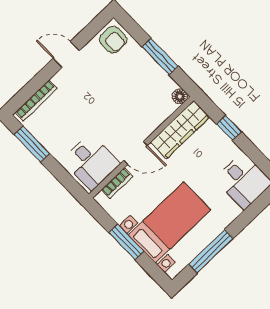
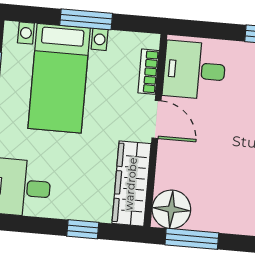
window: (160, 56) -> (192, 239), moved
floor lamp: (180, 96) -> (171, 209), width x1.89, depth x1.89
door: (136, 153) -> (157, 119), swing flipped

